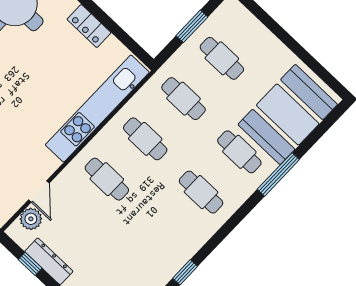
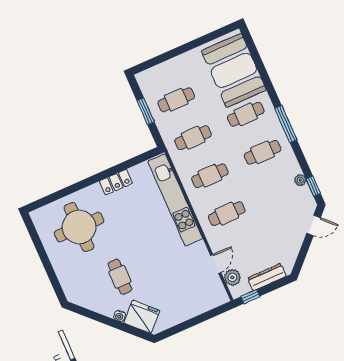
window: (278, 174) -> (286, 124), moved
door: (39, 192) -> (216, 264), hinge flipped
plant: (186, 253) -> (300, 180), added
window: (30, 264) -> (250, 297), moved

